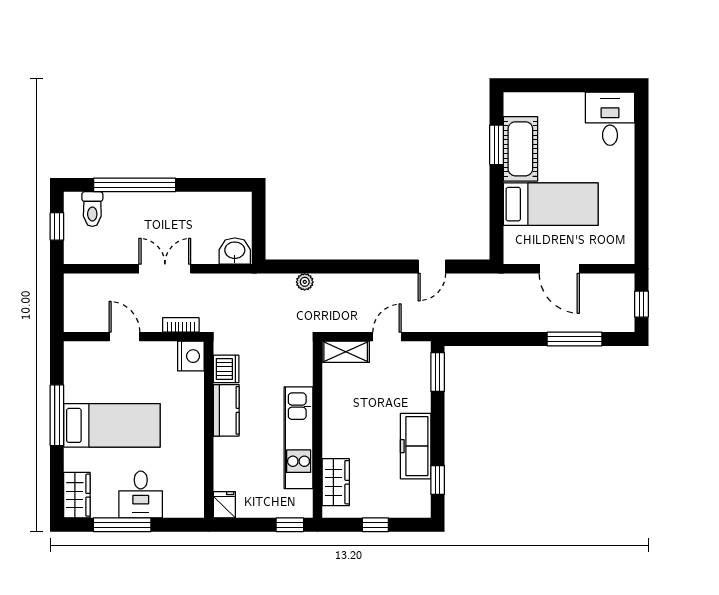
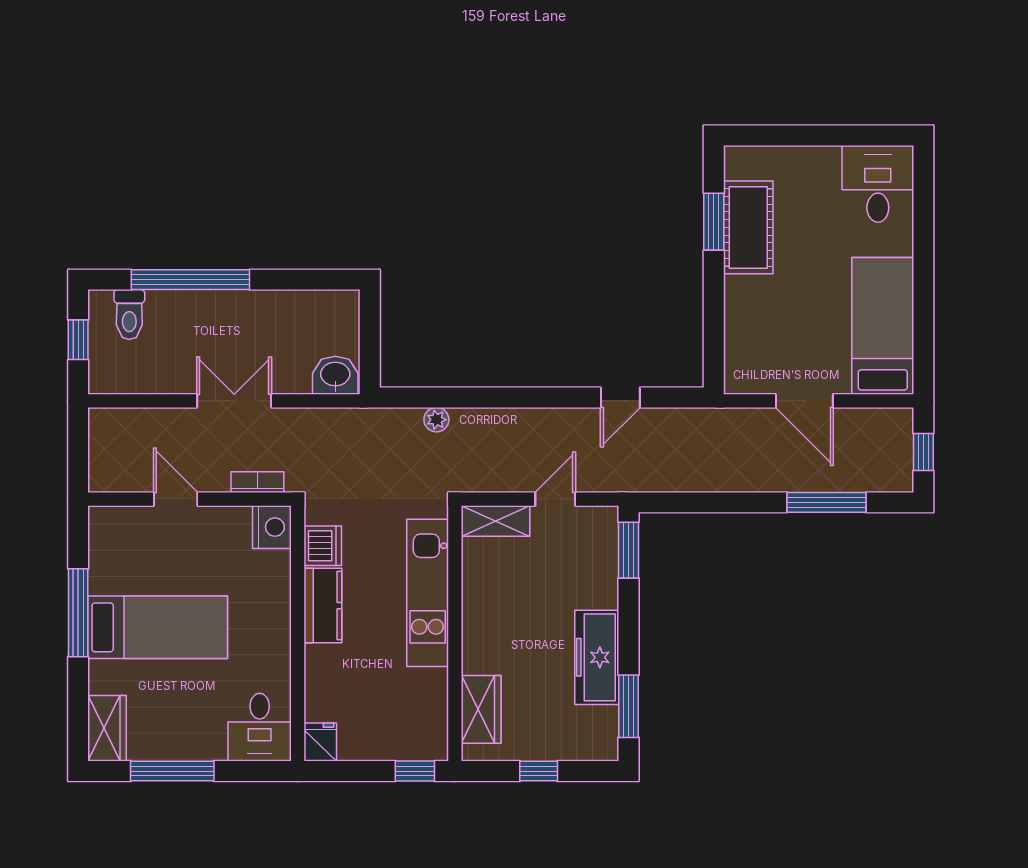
bed: (551, 204) -> (883, 326), moved, turned -90
kitchen unit: (299, 438) -> (428, 593), moved
window: (438, 480) -> (629, 706), width x1.50
desk: (141, 495) -> (260, 727), moved

